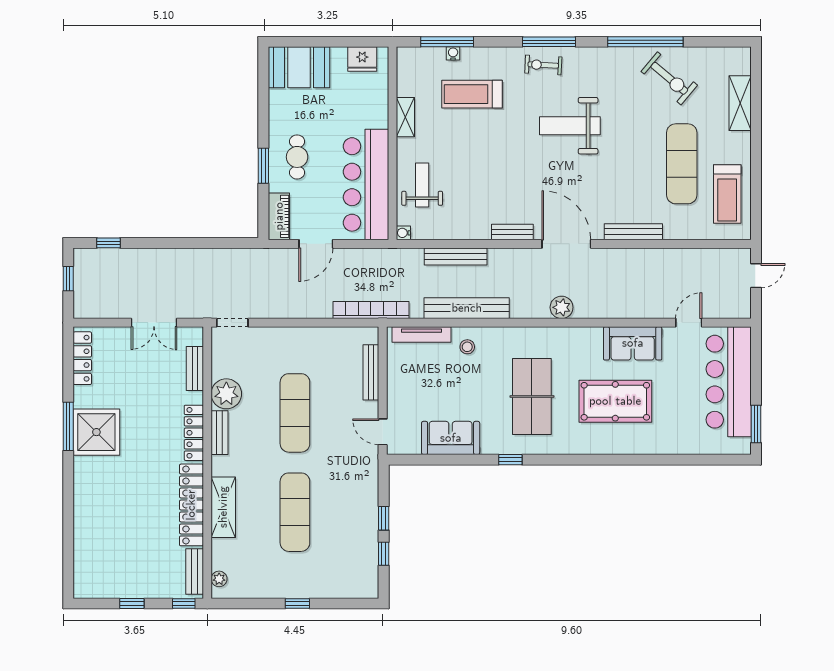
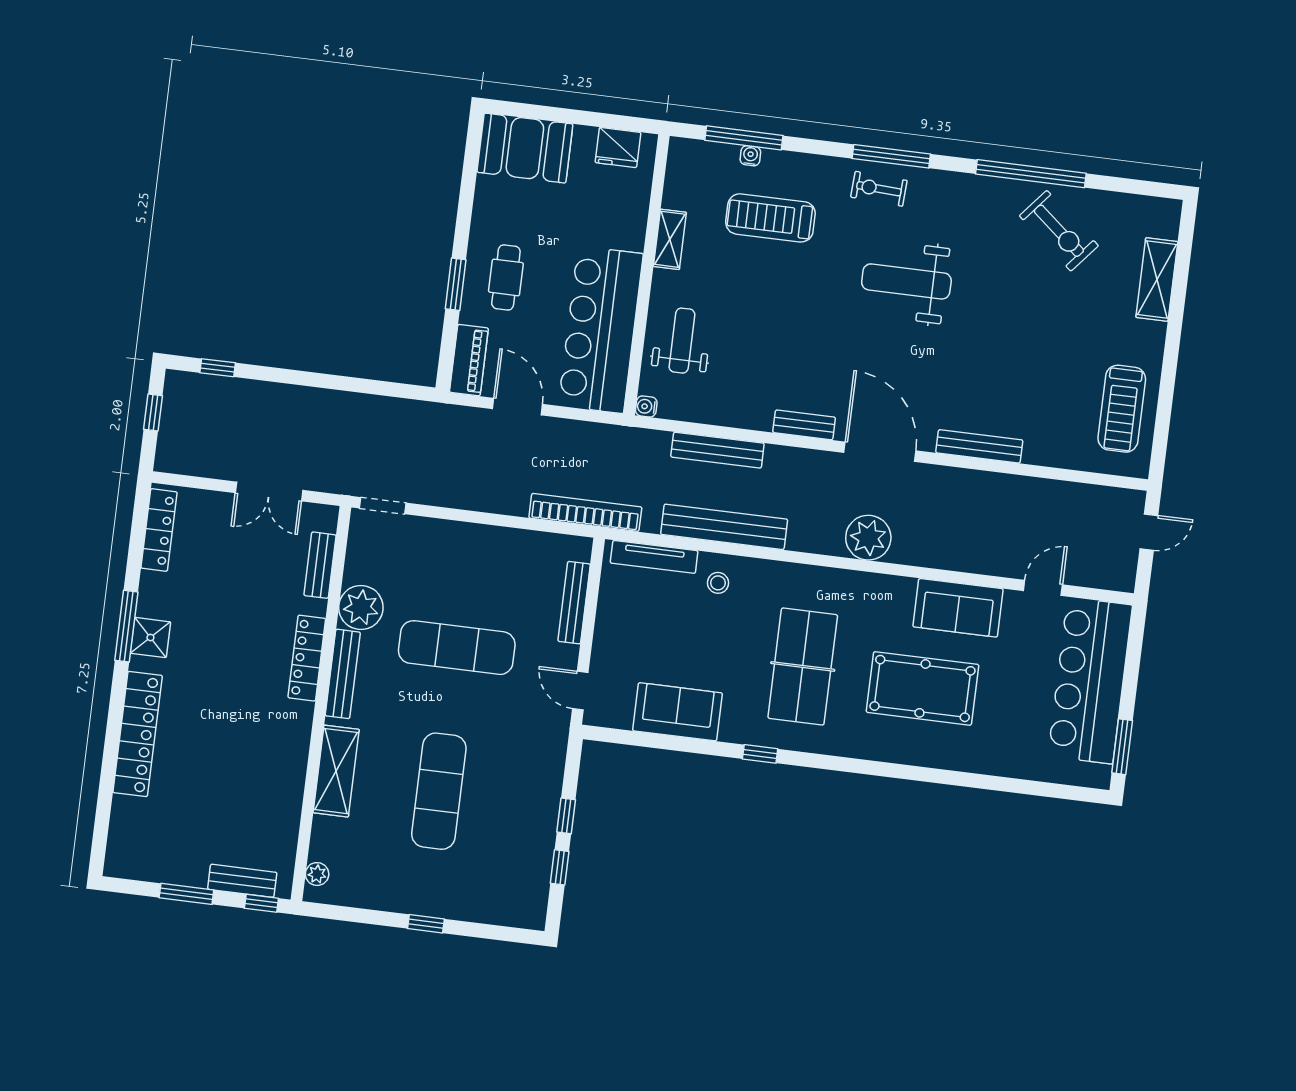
exercise mat: (682, 164) -> (1061, 357), removed
door: (316, 244) -> (517, 407), swing flipped
plant: (562, 307) -> (868, 538), width x1.36, depth x1.36
exercise mat: (295, 413) -> (457, 648), turned 90
shower: (96, 432) -> (150, 638), width x0.54, depth x0.54
bench: (220, 433) -> (343, 674), width x1.36
locker: (191, 505) -> (138, 734), moved, turned 180
bench: (195, 571) -> (242, 881), moved, turned 90
window: (132, 603) -> (186, 894), width x1.50

